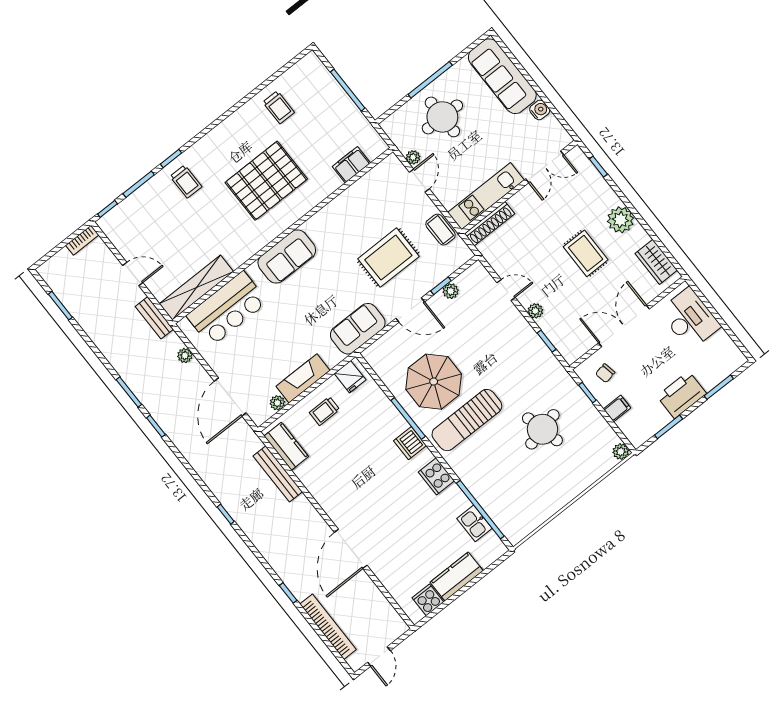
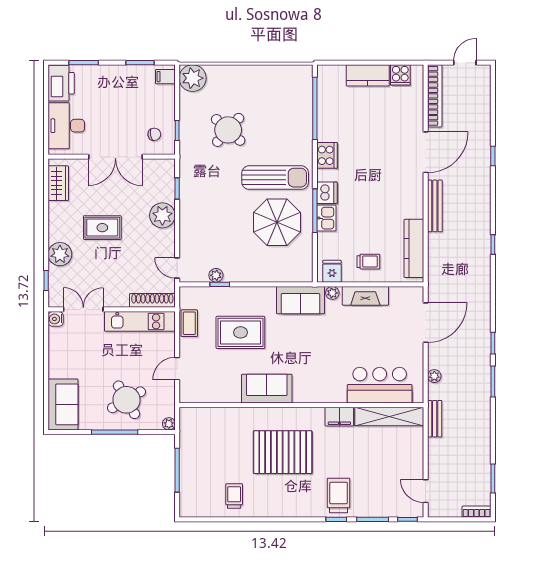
sofa: (502, 76) -> (63, 404), width x0.73
water cooler: (540, 110) -> (56, 319), moved
round table: (442, 117) -> (126, 400), turned -30
plant: (413, 157) -> (169, 424), moved
filing cabinet: (351, 165) -> (339, 417), moved
trolley: (186, 182) -> (339, 495), width x1.36, depth x1.39
plant: (620, 220) -> (60, 254), moved
bookcase: (82, 240) -> (477, 512), moved
rug: (586, 253) -> (102, 228), turned 90
sofa: (287, 256) -> (267, 389), moved
door: (133, 274) -> (426, 491), moved
door: (506, 290) -> (177, 268), moved
door: (410, 310) -> (254, 284), removed
plant: (535, 311) -> (162, 215), width x1.87, depth x1.87
printer: (682, 395) -> (61, 83), moved, turned -90
plant: (277, 403) -> (332, 293), moved
filing cabinet: (617, 408) -> (165, 77), moved
round table: (542, 429) -> (228, 130), turned -34
kitchen counter: (286, 446) -> (414, 248), width x1.50
plant: (621, 452) -> (193, 78), width x1.87, depth x1.87
bench: (278, 474) -> (435, 206), moved
kitchen sink: (475, 523) -> (326, 218), moved
bookcase: (328, 627) -> (435, 96), moved, turned 180

